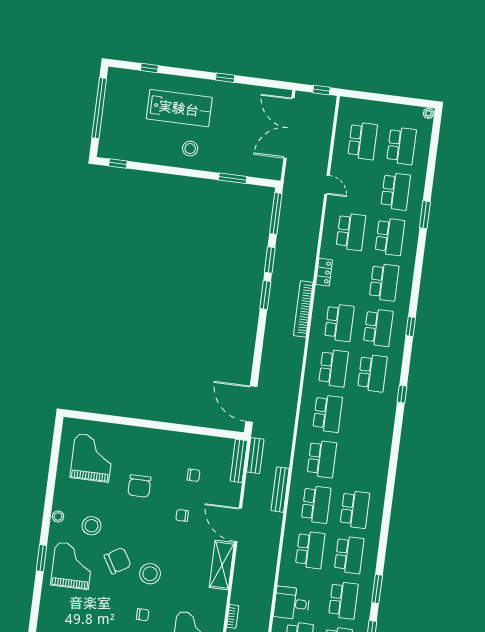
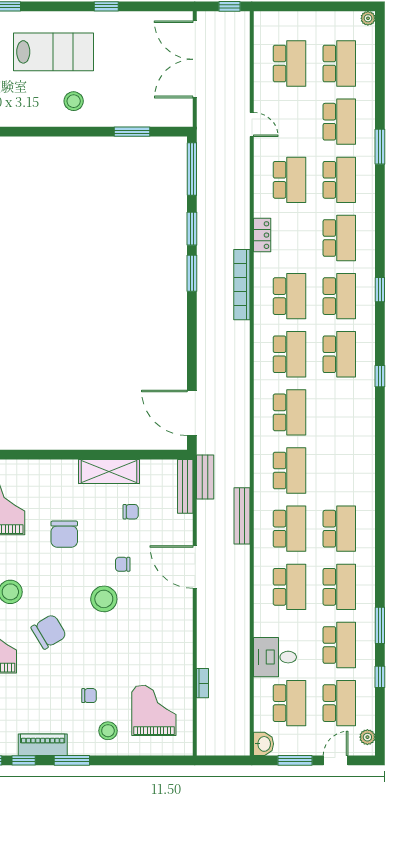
shelving: (222, 565) -> (109, 471), moved, turned 90
stool: (150, 574) -> (104, 599), moved

